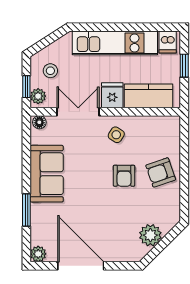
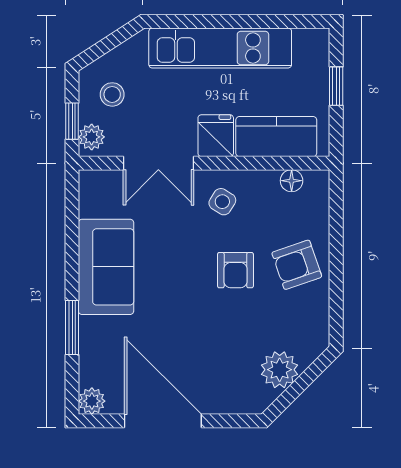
dishwasher: (168, 42) -> (308, 46), removed
double door: (78, 112) -> (158, 163), swing flipped
floor lamp: (39, 122) -> (292, 181), moved

